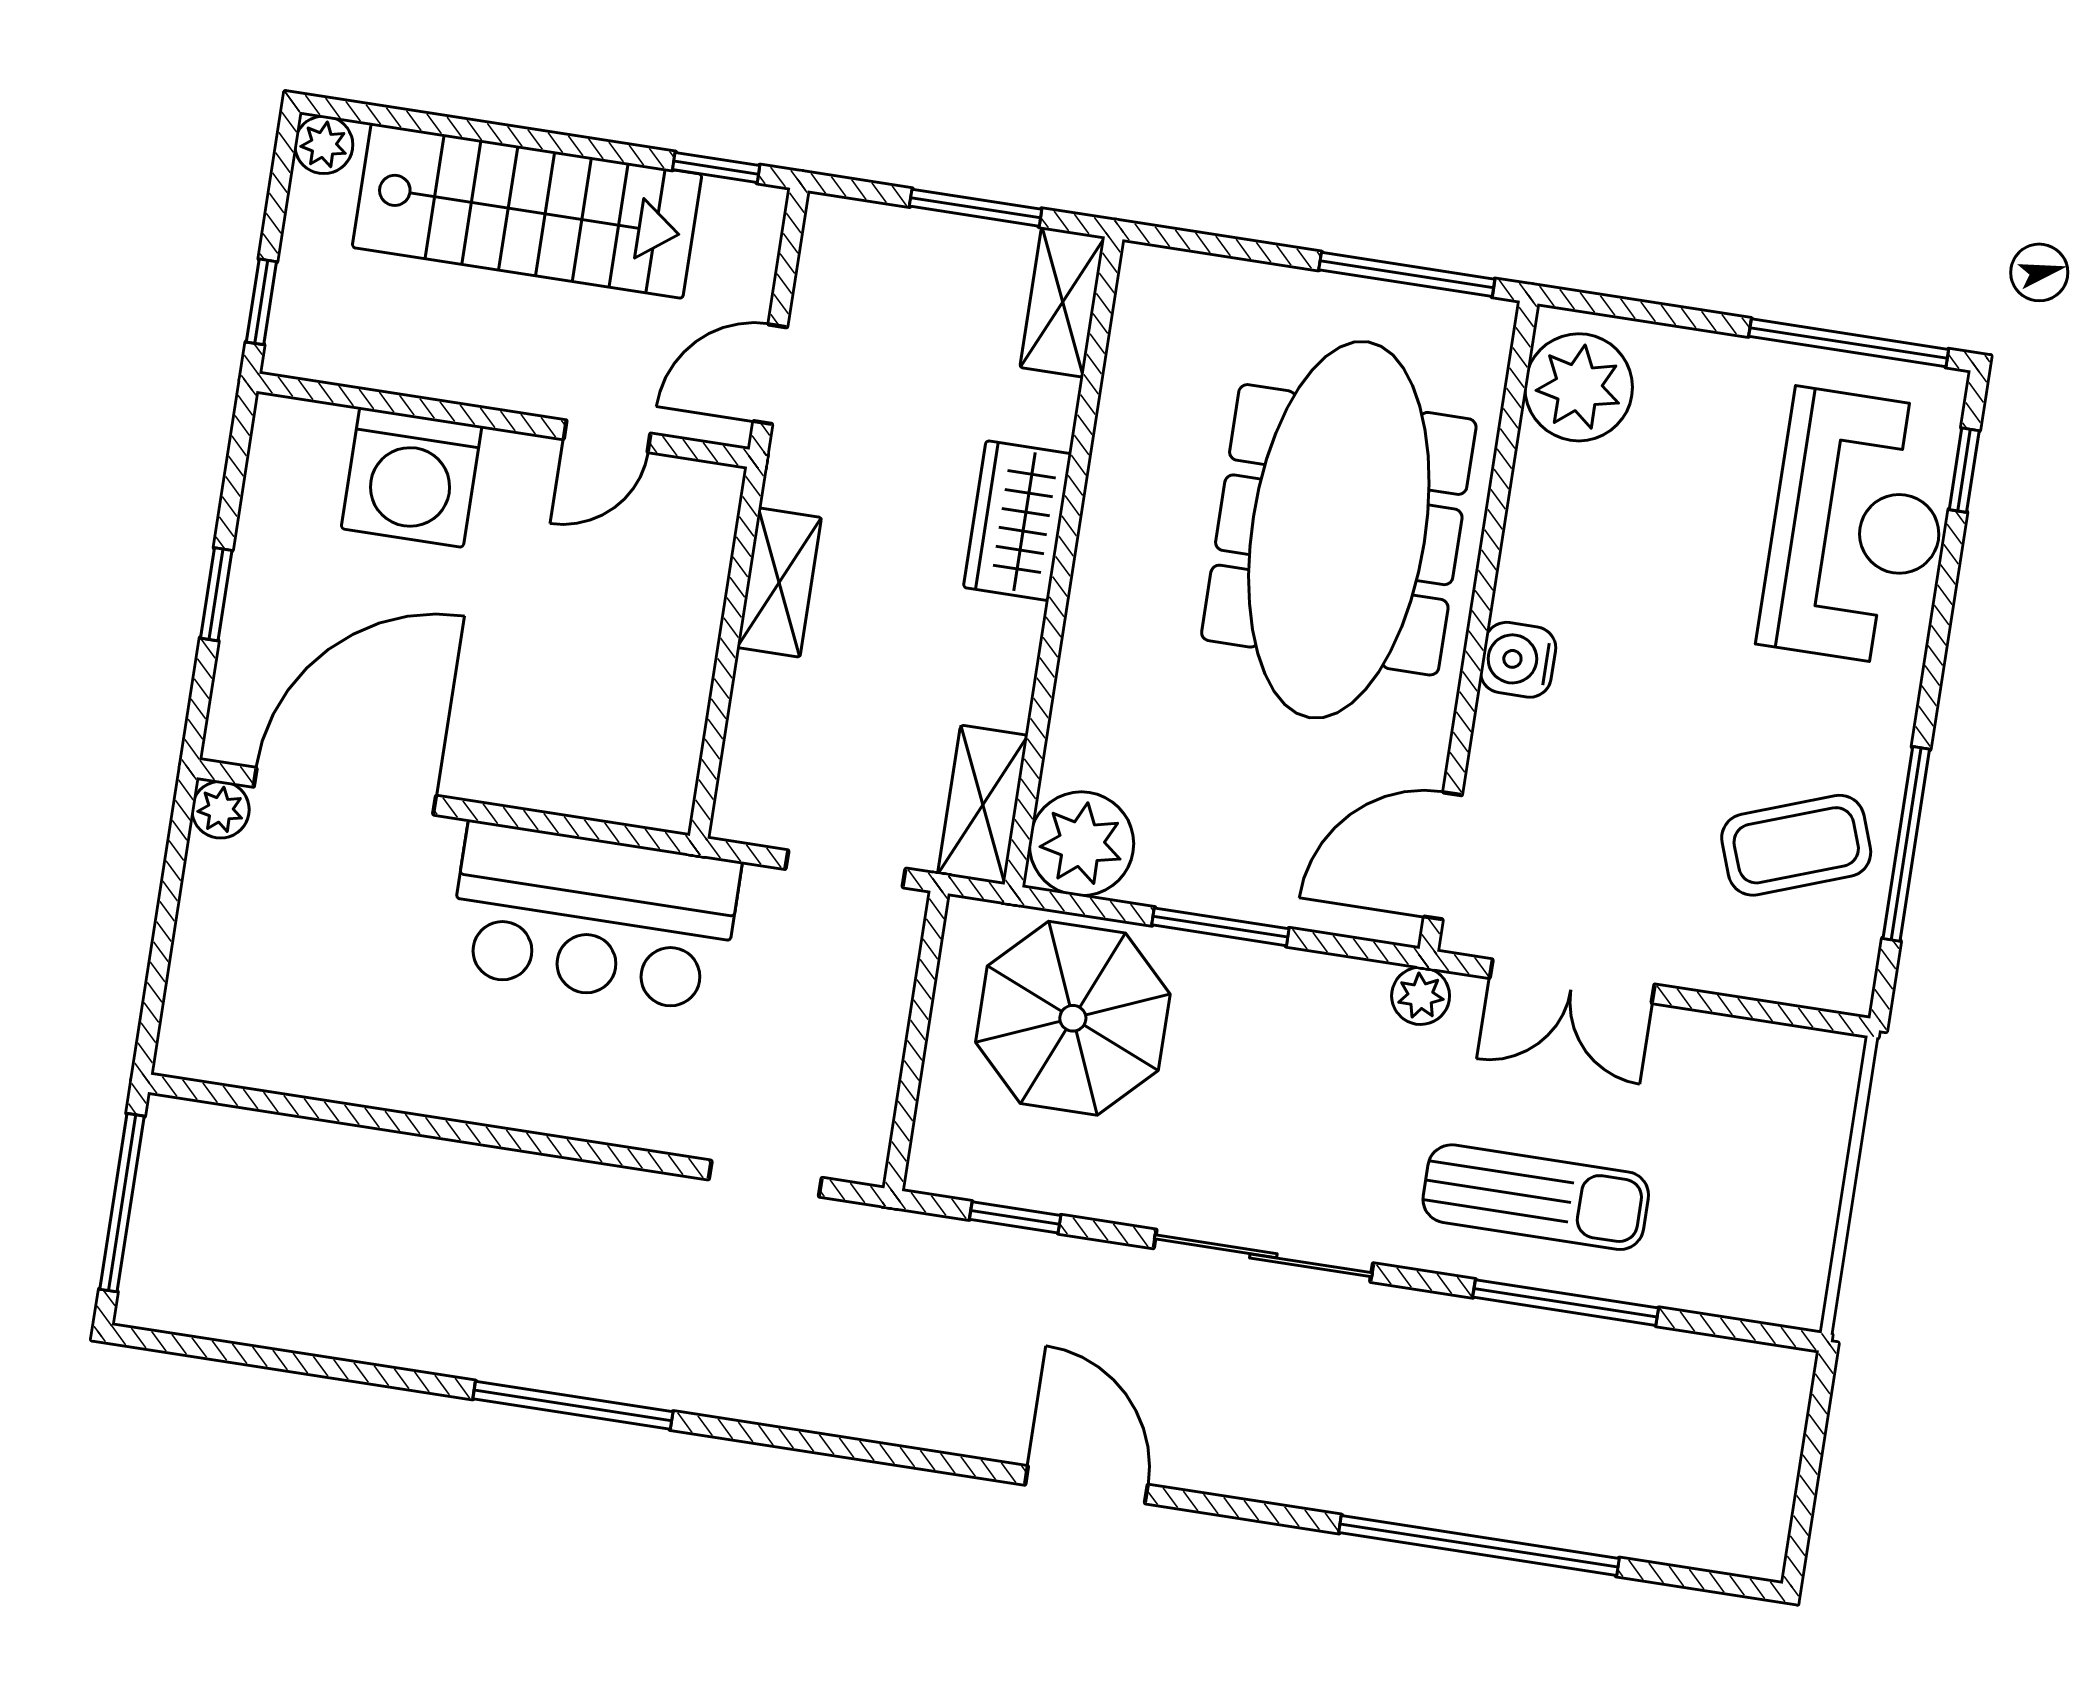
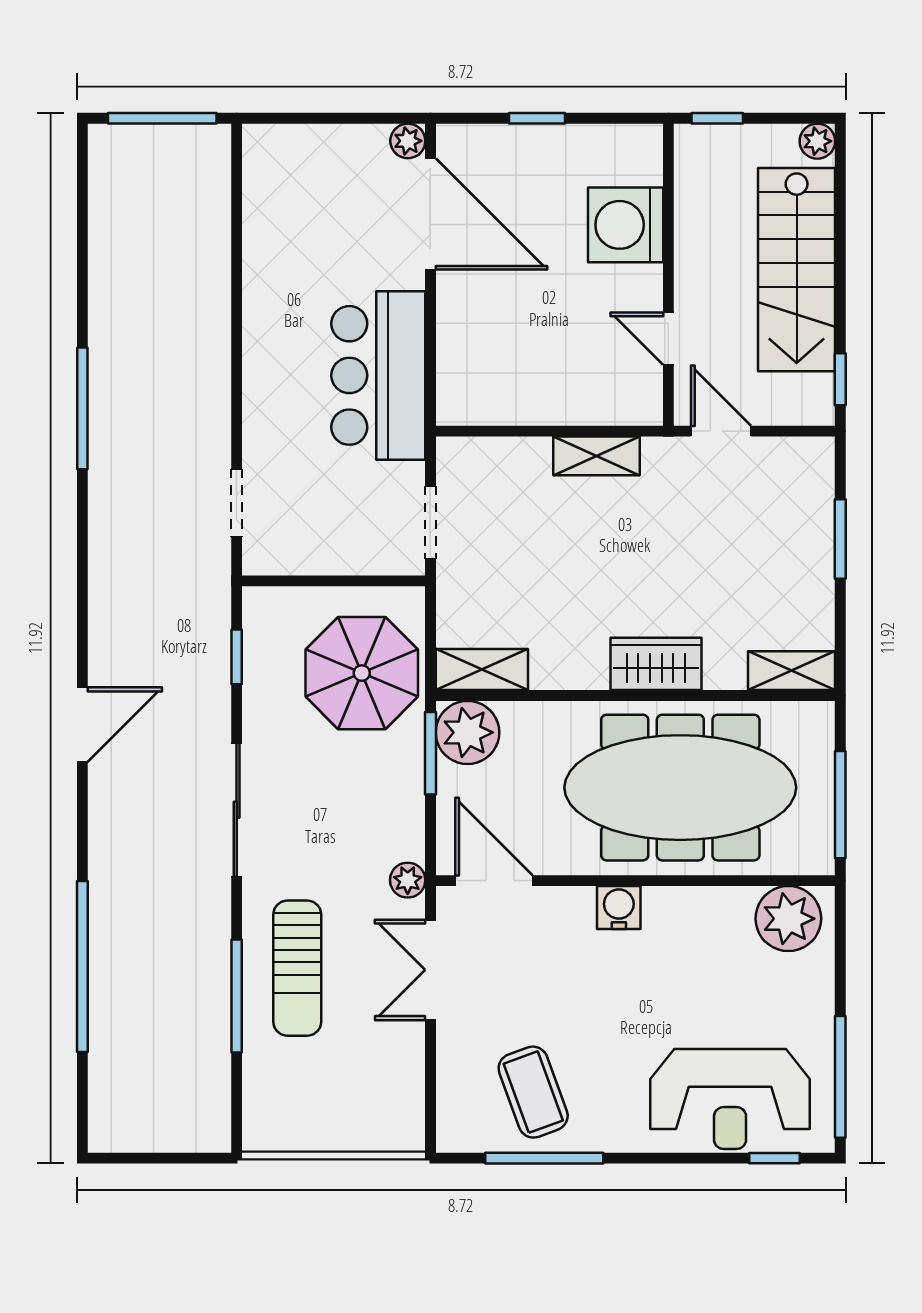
shelving: (1063, 302) -> (792, 671), moved
wardrobe: (1017, 521) -> (656, 664), moved
wall: (1064, 562) -> (635, 695), moved
shelving: (983, 805) -> (482, 670), moved
plant: (1081, 844) -> (467, 732), moved

